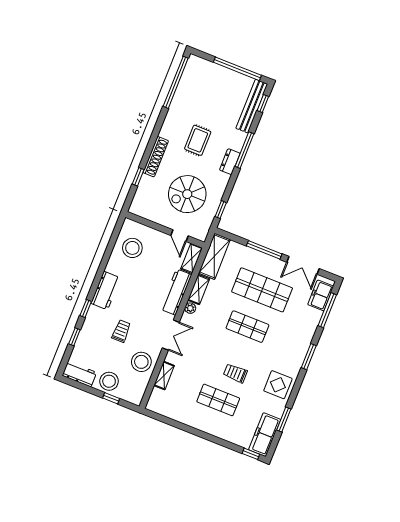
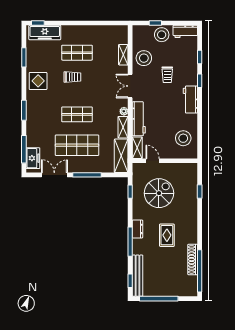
shoe rack: (156, 157) -> (193, 259), moved
freezer: (265, 435) -> (45, 32), moved, turned 90

